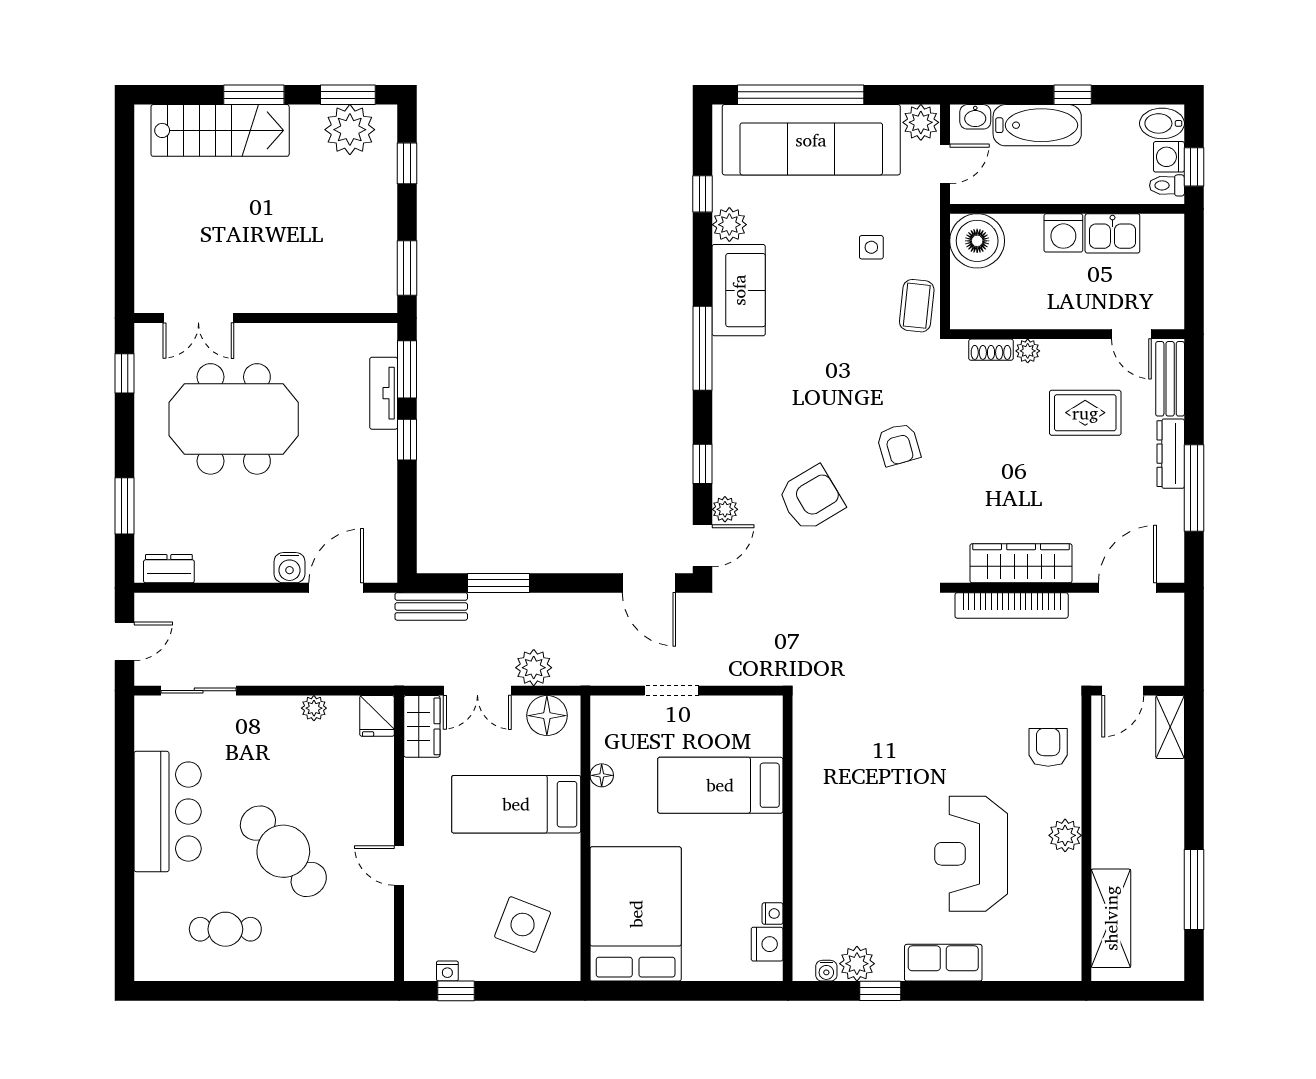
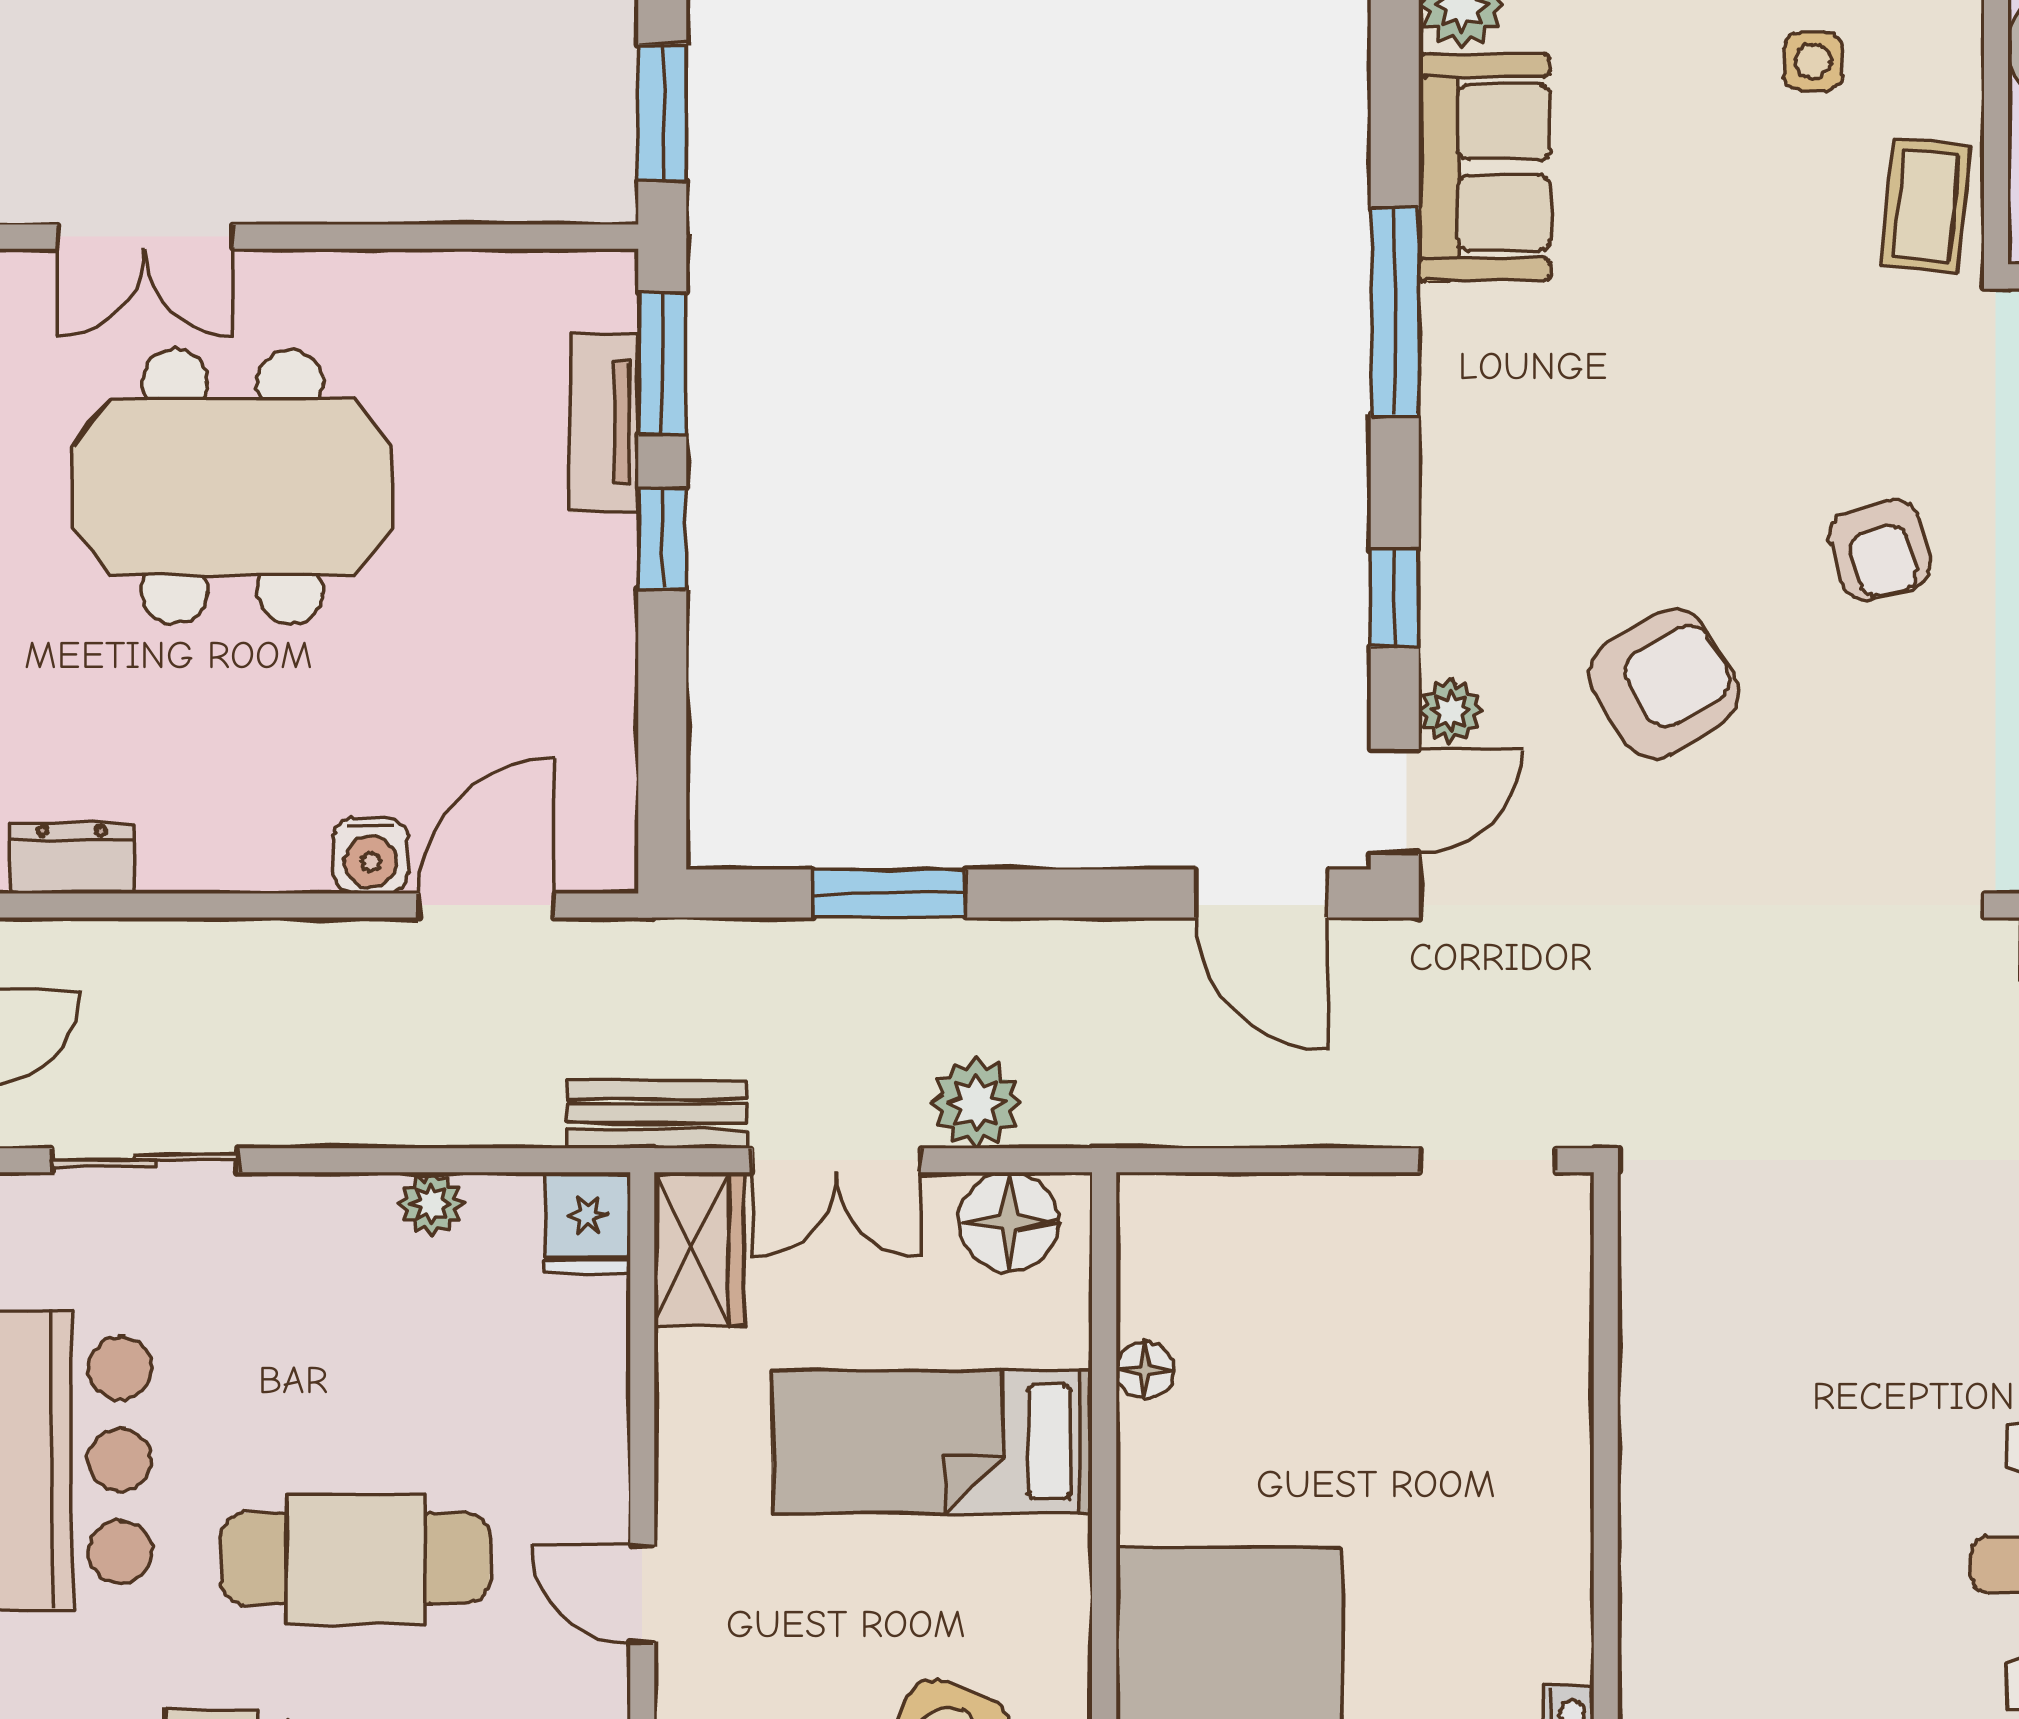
bench: (431, 606) -> (657, 1114), moved
doorway: (671, 691) -> (1488, 1160), moved
bed: (720, 785) -> (1439, 1395), removed
cafe table: (283, 851) -> (355, 1559), turned -48

